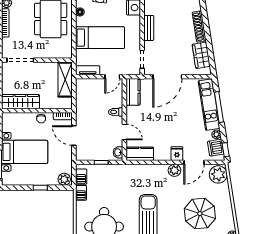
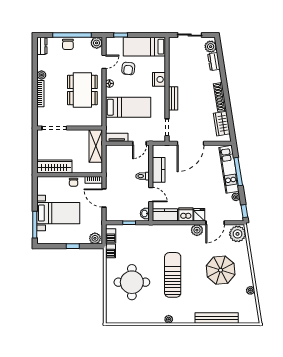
kitchen counter: (133, 92) -> (159, 170), moved
dishwasher: (216, 148) -> (186, 214), moved, turned 99

